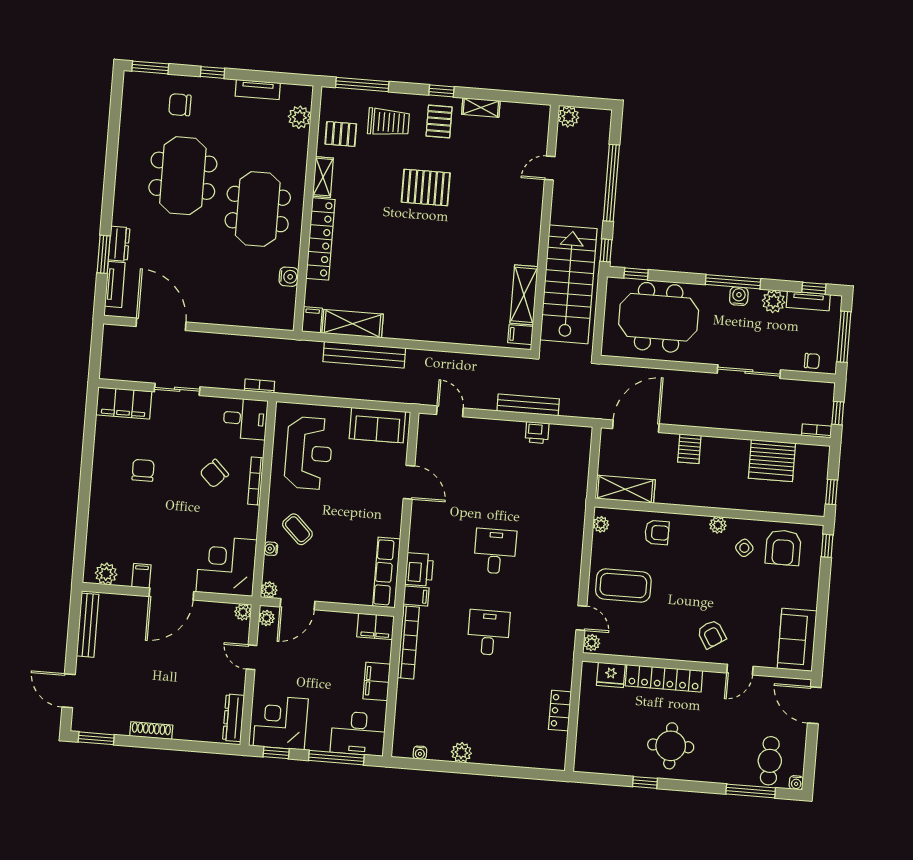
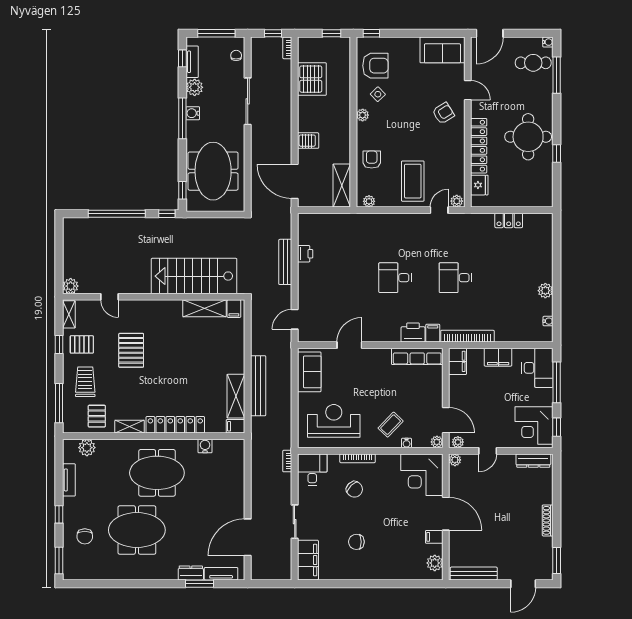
plant: (568, 117) -> (71, 286), moved
door: (550, 168) -> (109, 297), moved
wall: (545, 228) -> (154, 297), moved
stairs: (569, 284) -> (194, 276), moved
shelving: (524, 295) -> (204, 308), moved
filing cabinet: (520, 335) -> (234, 309), moved
round table: (671, 746) -> (528, 137), width x1.36, depth x1.36

